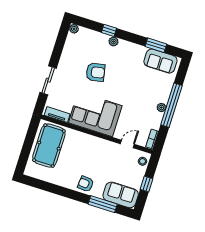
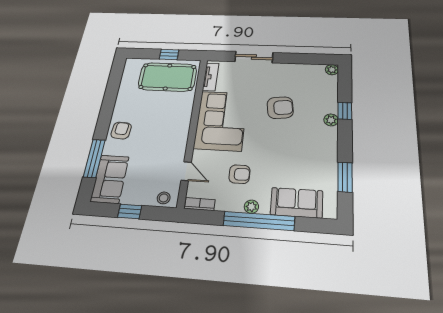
sofa: (160, 61) -> (297, 203), moved, turned 90
armchair: (95, 72) -> (280, 108), turned -86
armchair: (138, 110) -> (239, 174), added
window: (29, 142) -> (169, 54), added

